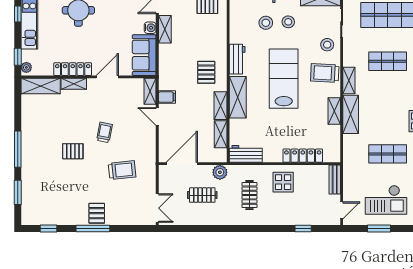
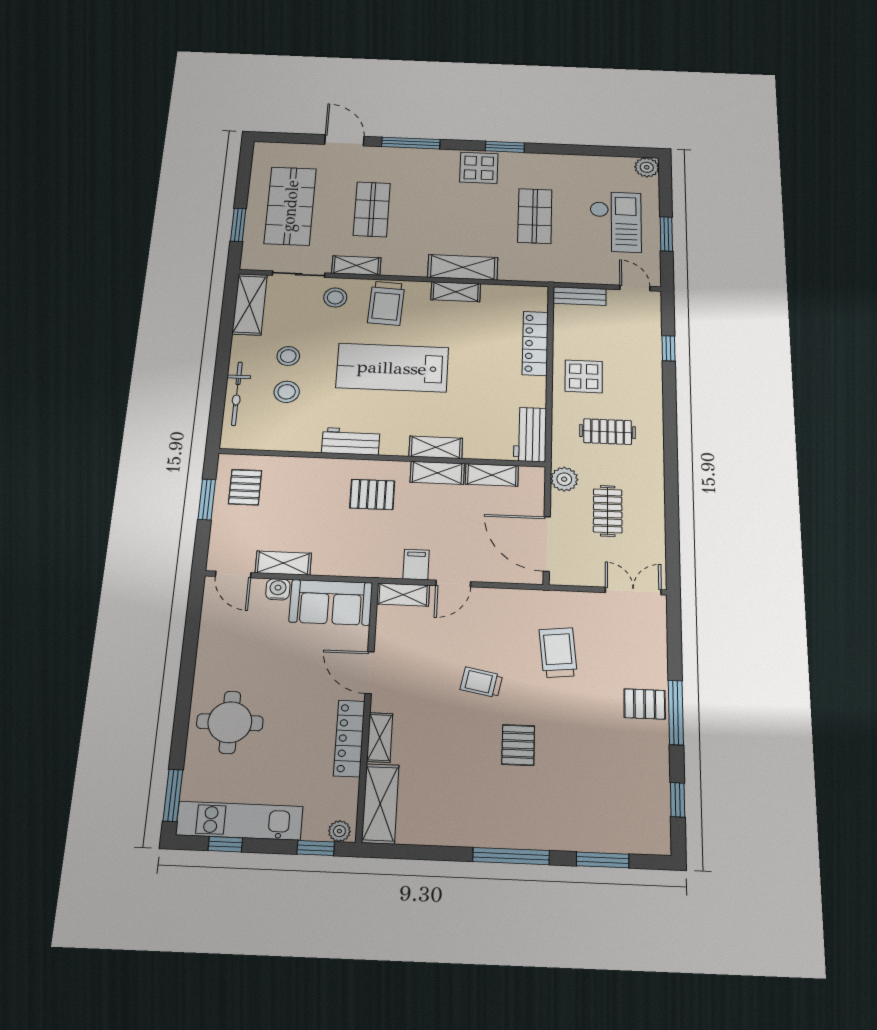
shelving: (349, 81) -> (356, 266), moved
shelving: (238, 97) -> (436, 447), width x0.67, depth x0.75

